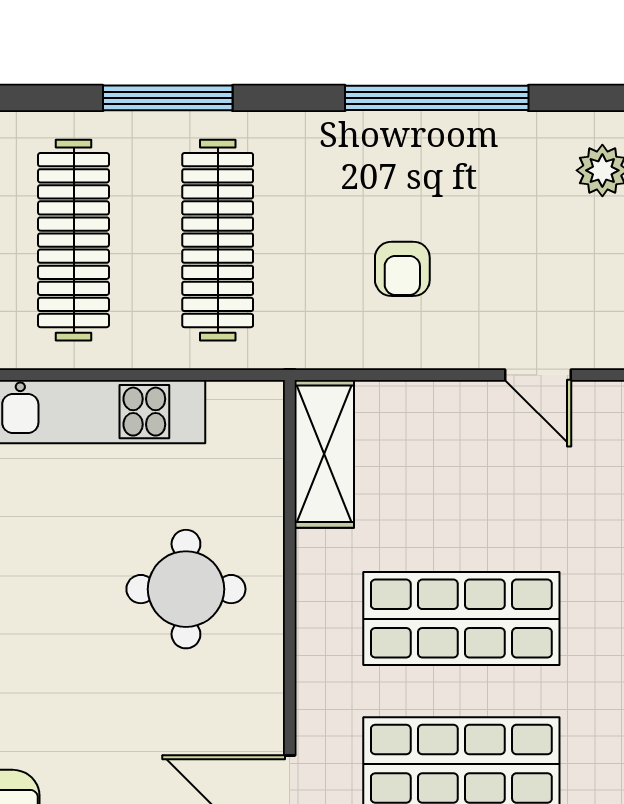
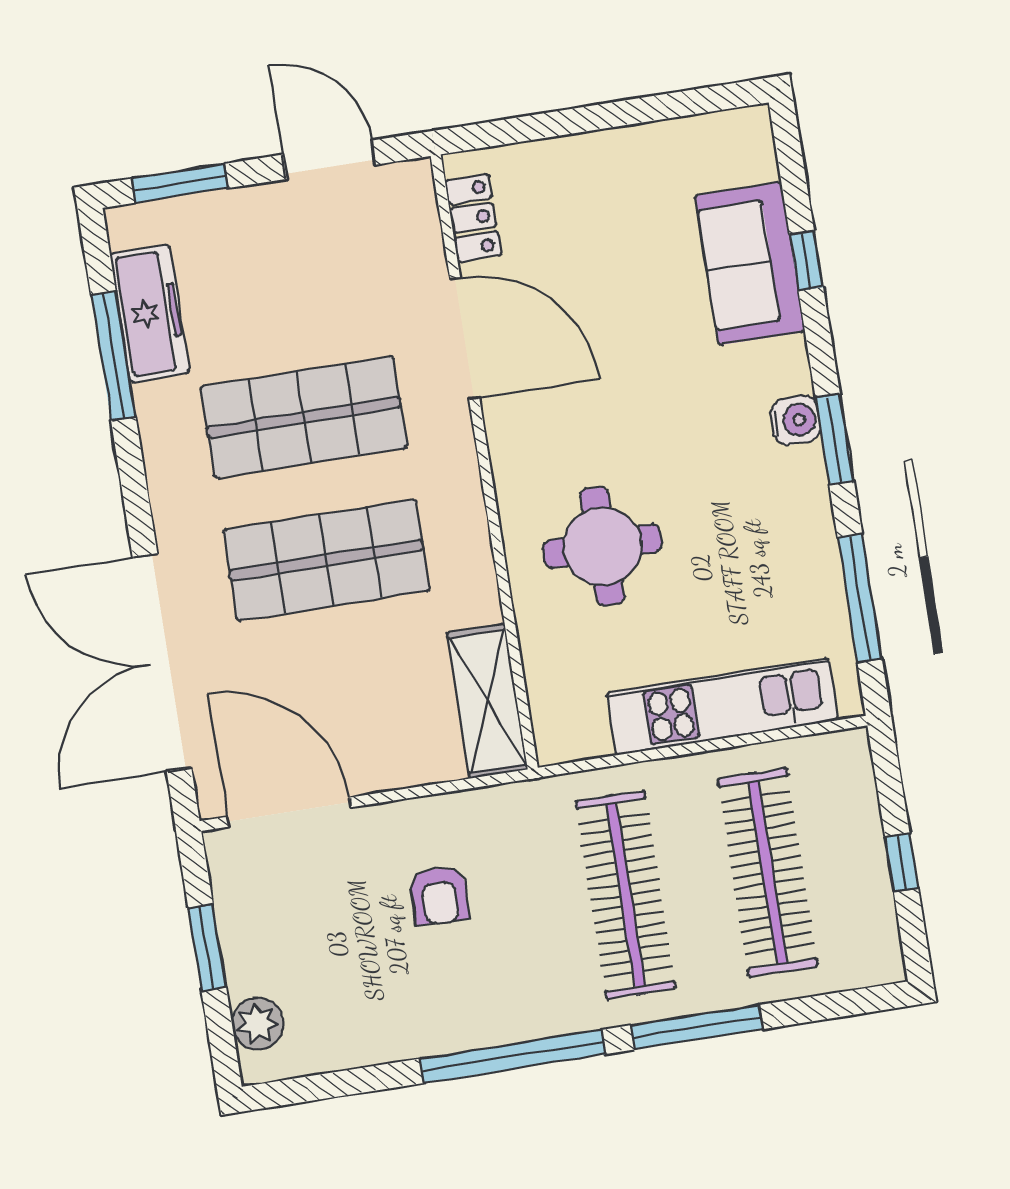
window: (437, 98) -> (513, 1056), moved
armchair: (402, 269) -> (439, 895), turned 180
door: (538, 375) -> (289, 812), width x1.88

